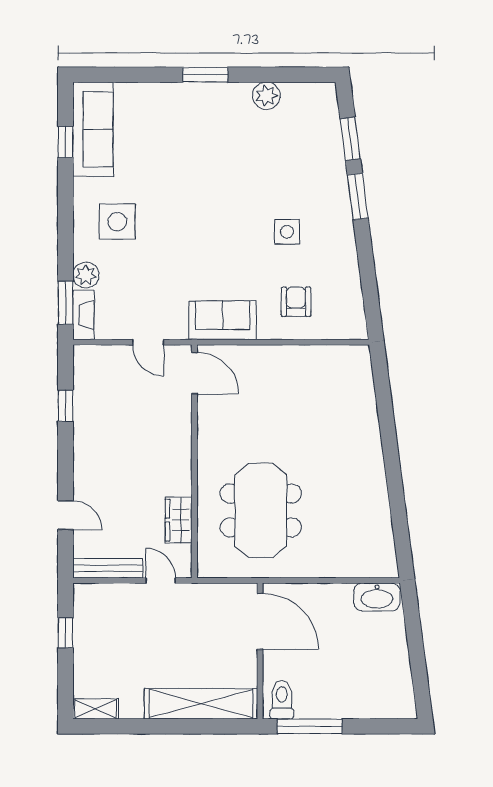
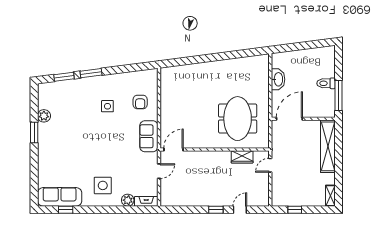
window: (205, 75) -> (34, 133), moved
armchair: (296, 302) -> (140, 102), turned -90
window: (65, 303) -> (141, 210), removed
window: (65, 406) -> (216, 210), moved
meeting table: (261, 510) -> (238, 119), turned 90
bench: (108, 568) -> (265, 190), removed
washbasin: (377, 597) -> (278, 79), moved
toilet: (282, 700) -> (326, 83), moved

